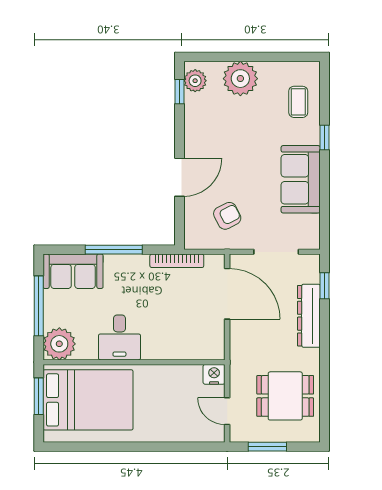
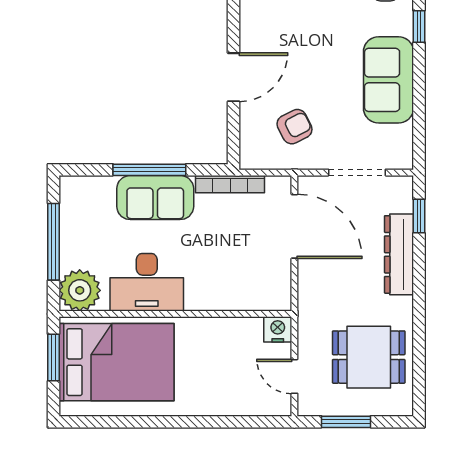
sofa: (73, 271) -> (155, 198), moved
desk: (119, 337) -> (147, 282), width x1.37

